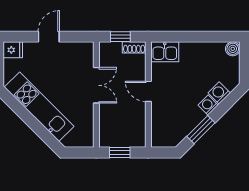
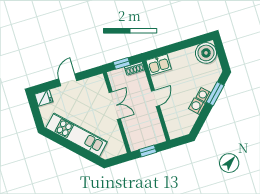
boiler: (233, 49) -> (206, 53), width x1.86, depth x1.86
door: (148, 91) -> (155, 98), swing flipped
washing machine: (219, 93) -> (197, 106), moved
window: (201, 130) -> (215, 94), moved

